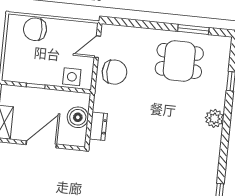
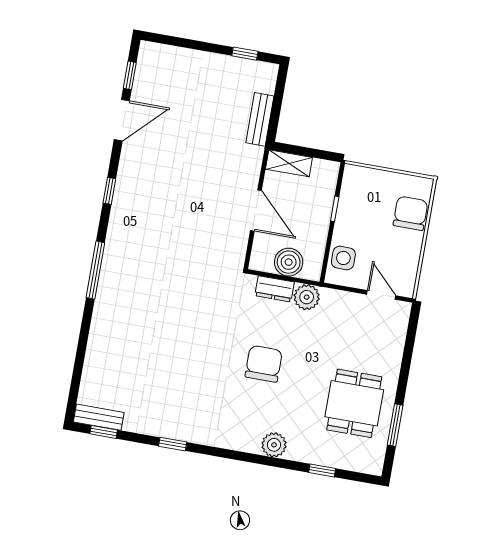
chair: (114, 72) -> (264, 364), moved, turned 180
plant: (103, 102) -> (307, 297), added

